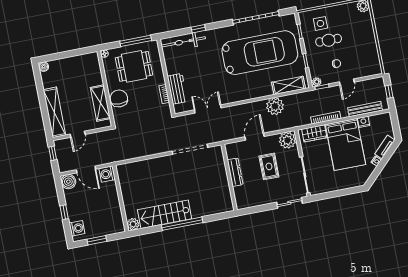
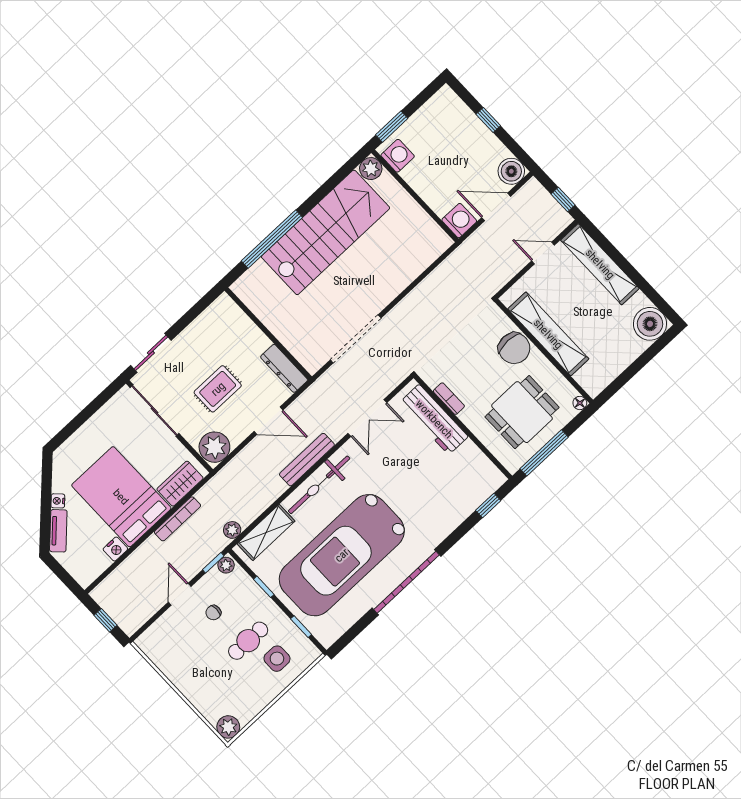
garage door: (256, 18) -> (406, 582), moved
window: (198, 29) -> (488, 505), moved
bicycle: (183, 42) -> (319, 485), moved, turned 180
boiler: (44, 67) -> (650, 324), width x1.86, depth x1.86
workbench: (177, 89) -> (434, 419), width x1.38
shelving: (100, 103) -> (548, 334), width x1.47
plant: (275, 106) -> (232, 530), moved, width x0.53, depth x0.53
bench: (365, 109) -> (307, 460), moved
door: (78, 134) -> (543, 253), hinge flipped
door: (255, 137) -> (268, 421), hinge flipped
rug: (269, 166) -> (218, 389), turned 90
dresser: (235, 172) -> (284, 368), moved
stairs: (165, 214) -> (326, 232), width x1.36, depth x1.51
window: (182, 224) -> (272, 239), moved
washing machine: (77, 228) -> (398, 156), moved, turned 180
window: (97, 240) -> (392, 127), moved

